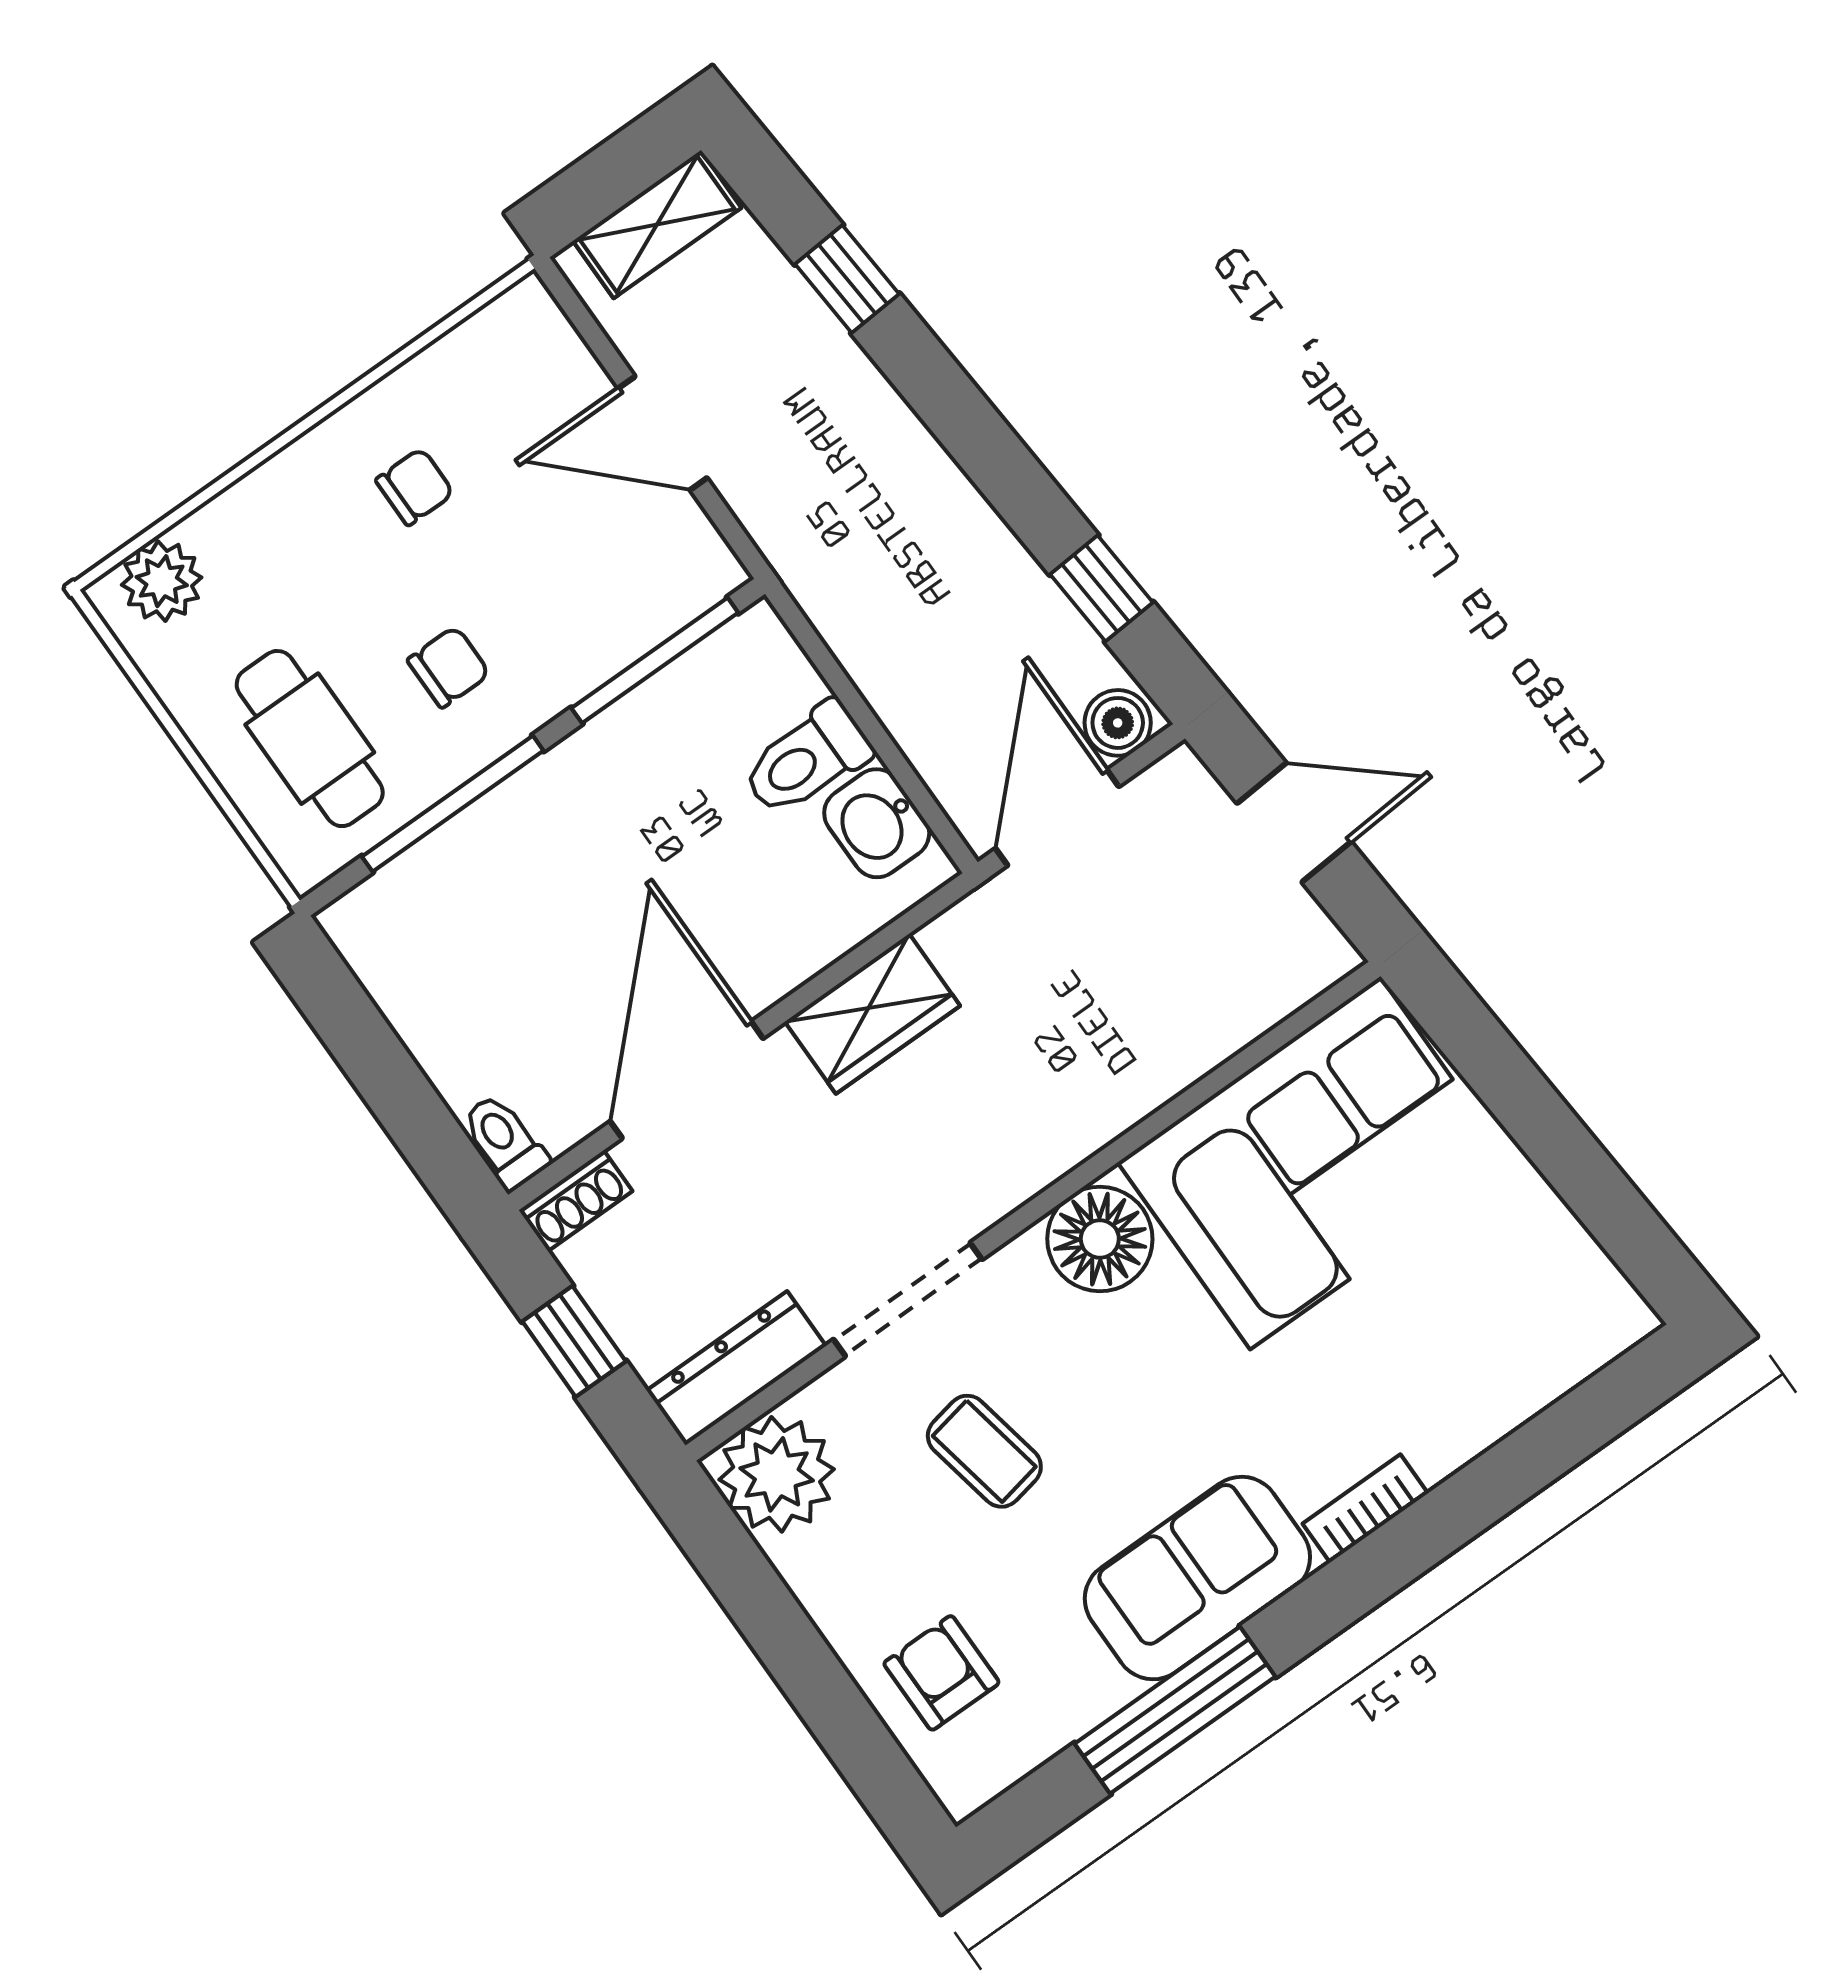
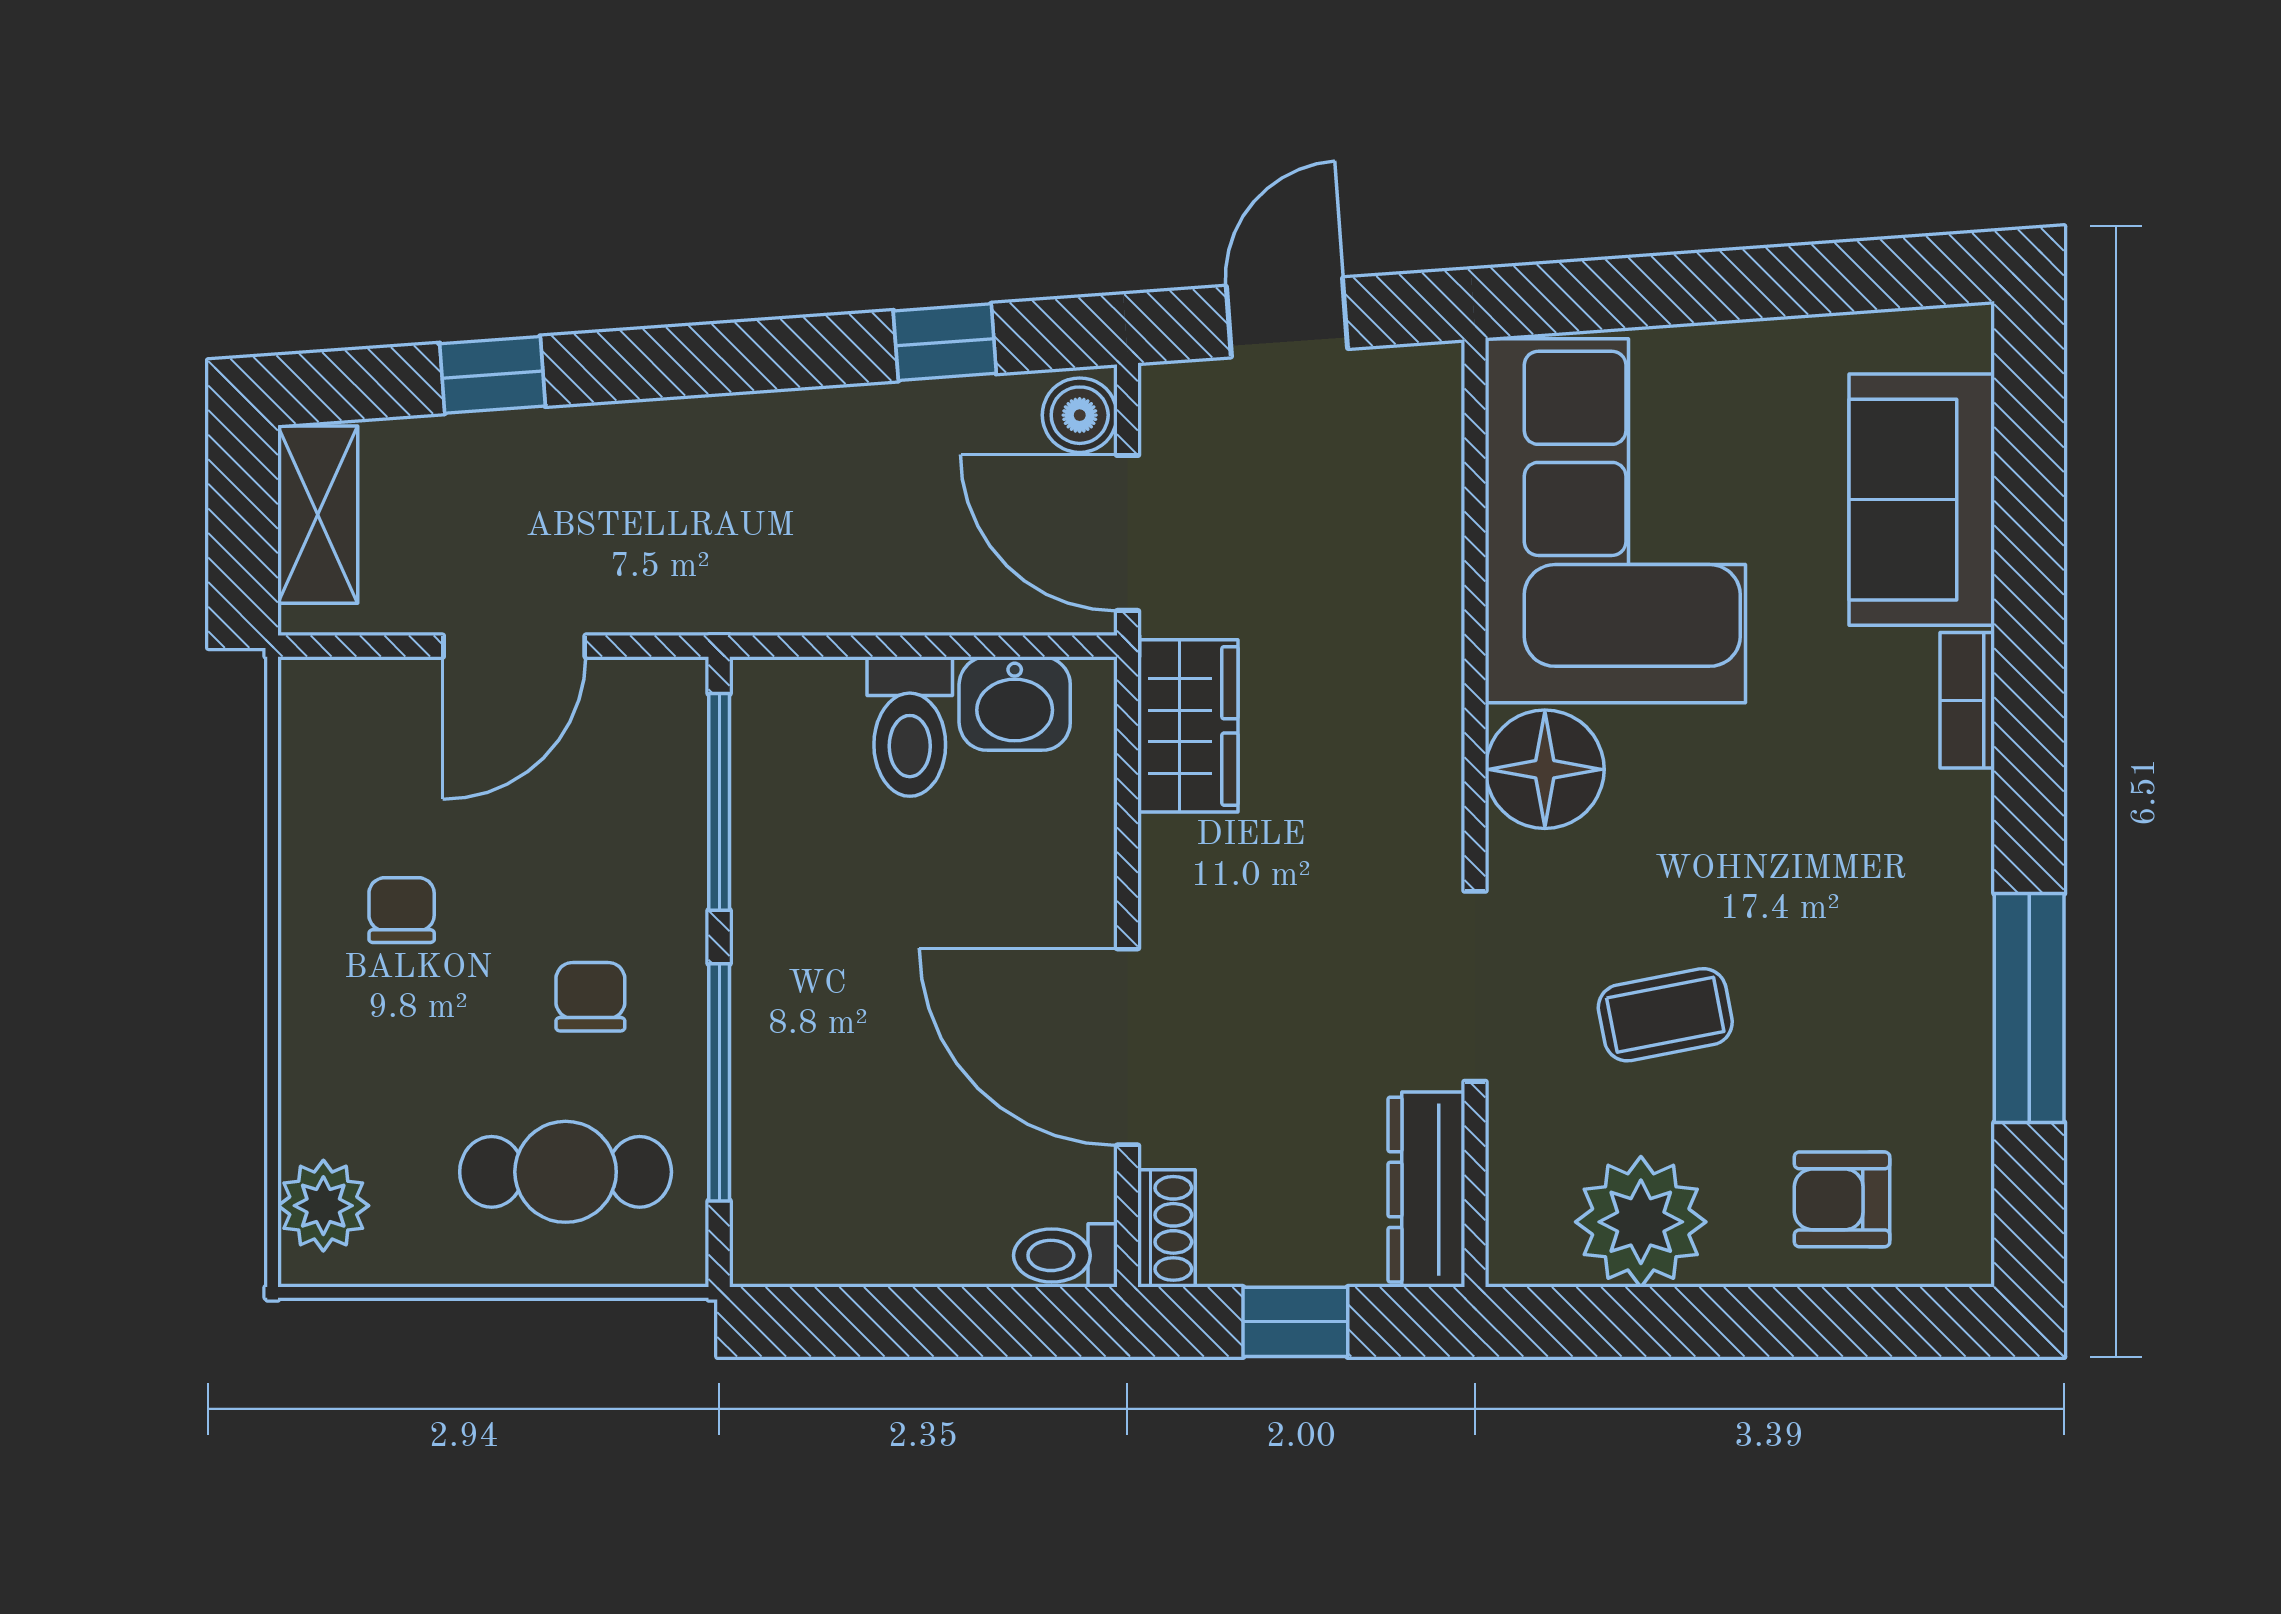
wardrobe: (872, 1014) -> (1188, 726), moved
plant: (777, 1474) -> (1641, 1222), moved
sofa: (1197, 1578) -> (1922, 500), moved

